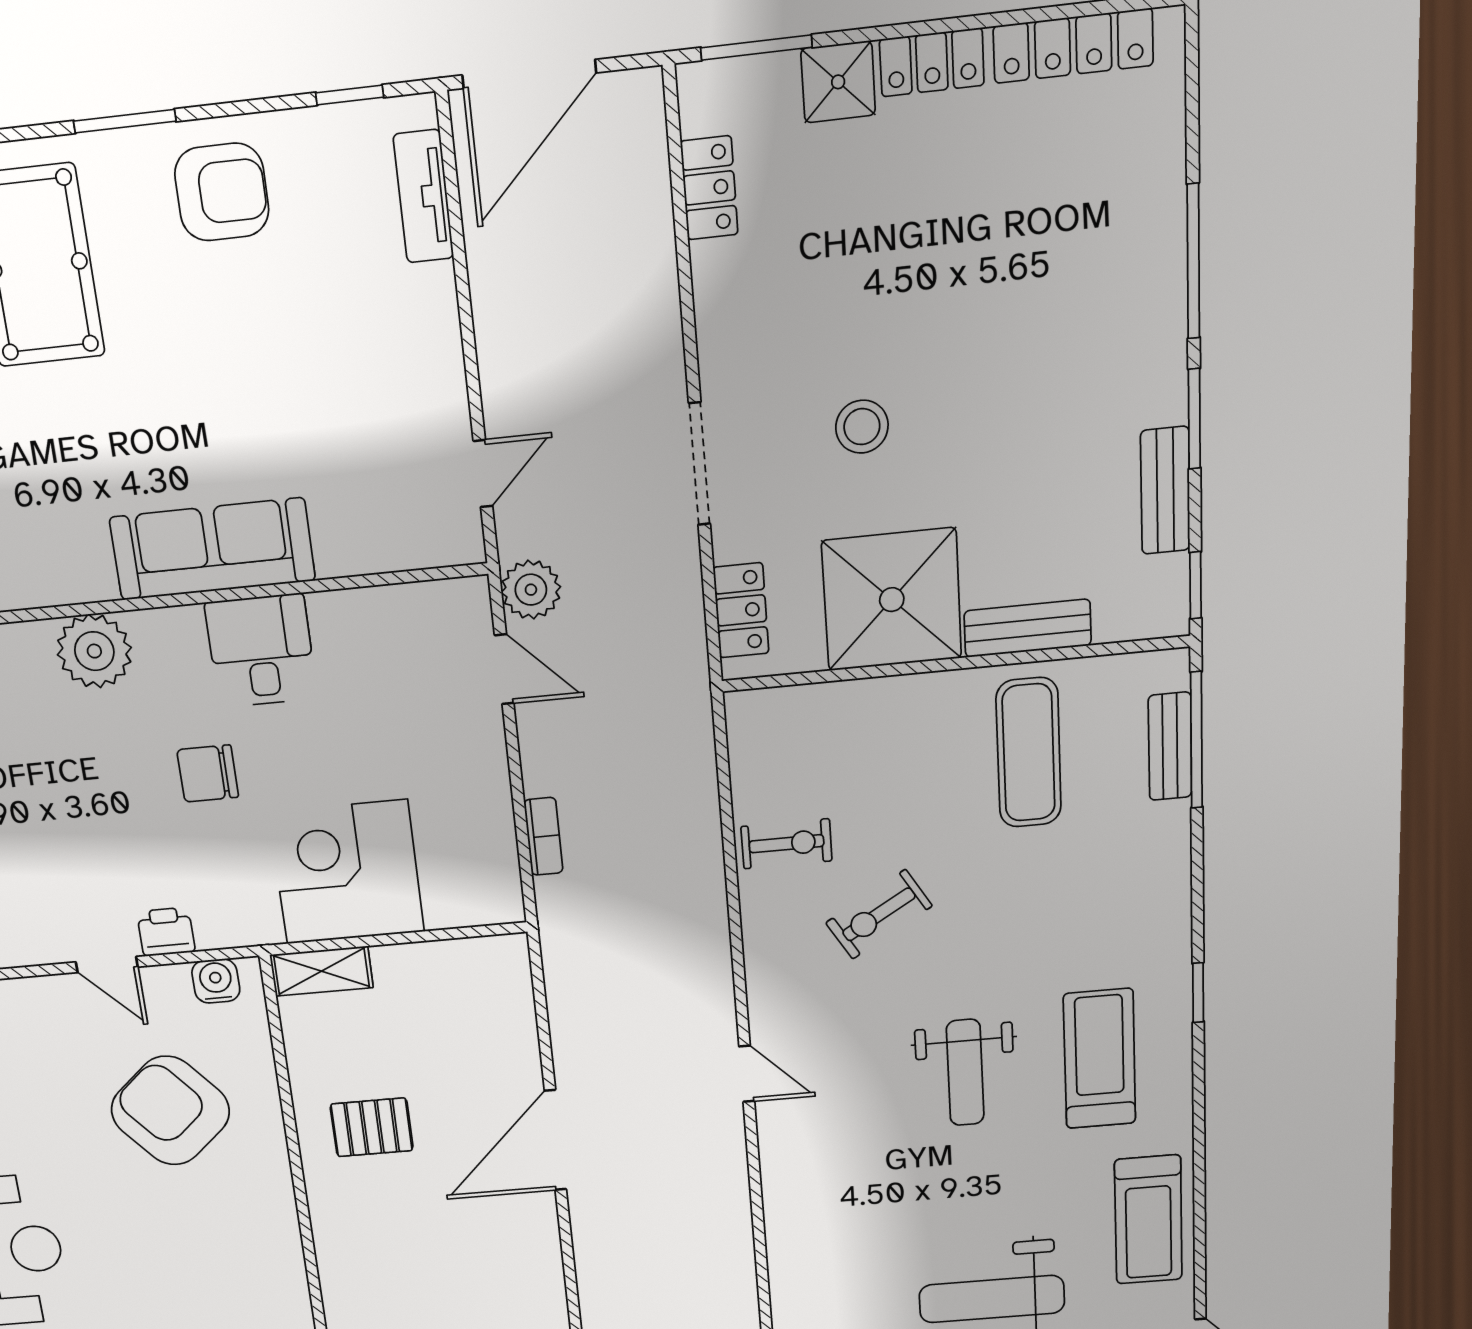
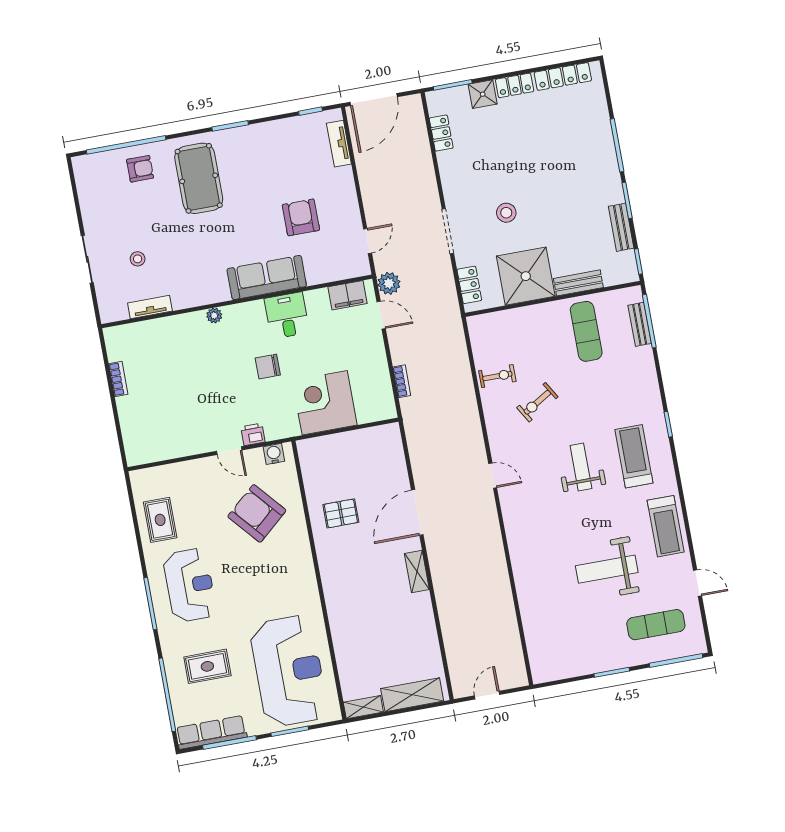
armchair: (222, 192) -> (301, 217), moved, turned -90
filing cabinet: (421, 611) -> (348, 295), added
plant: (94, 651) -> (214, 315), width x0.53, depth x0.53
shelving: (321, 971) -> (417, 571), moved, turned 90
weight bench: (965, 1072) -> (581, 467), turned 180

